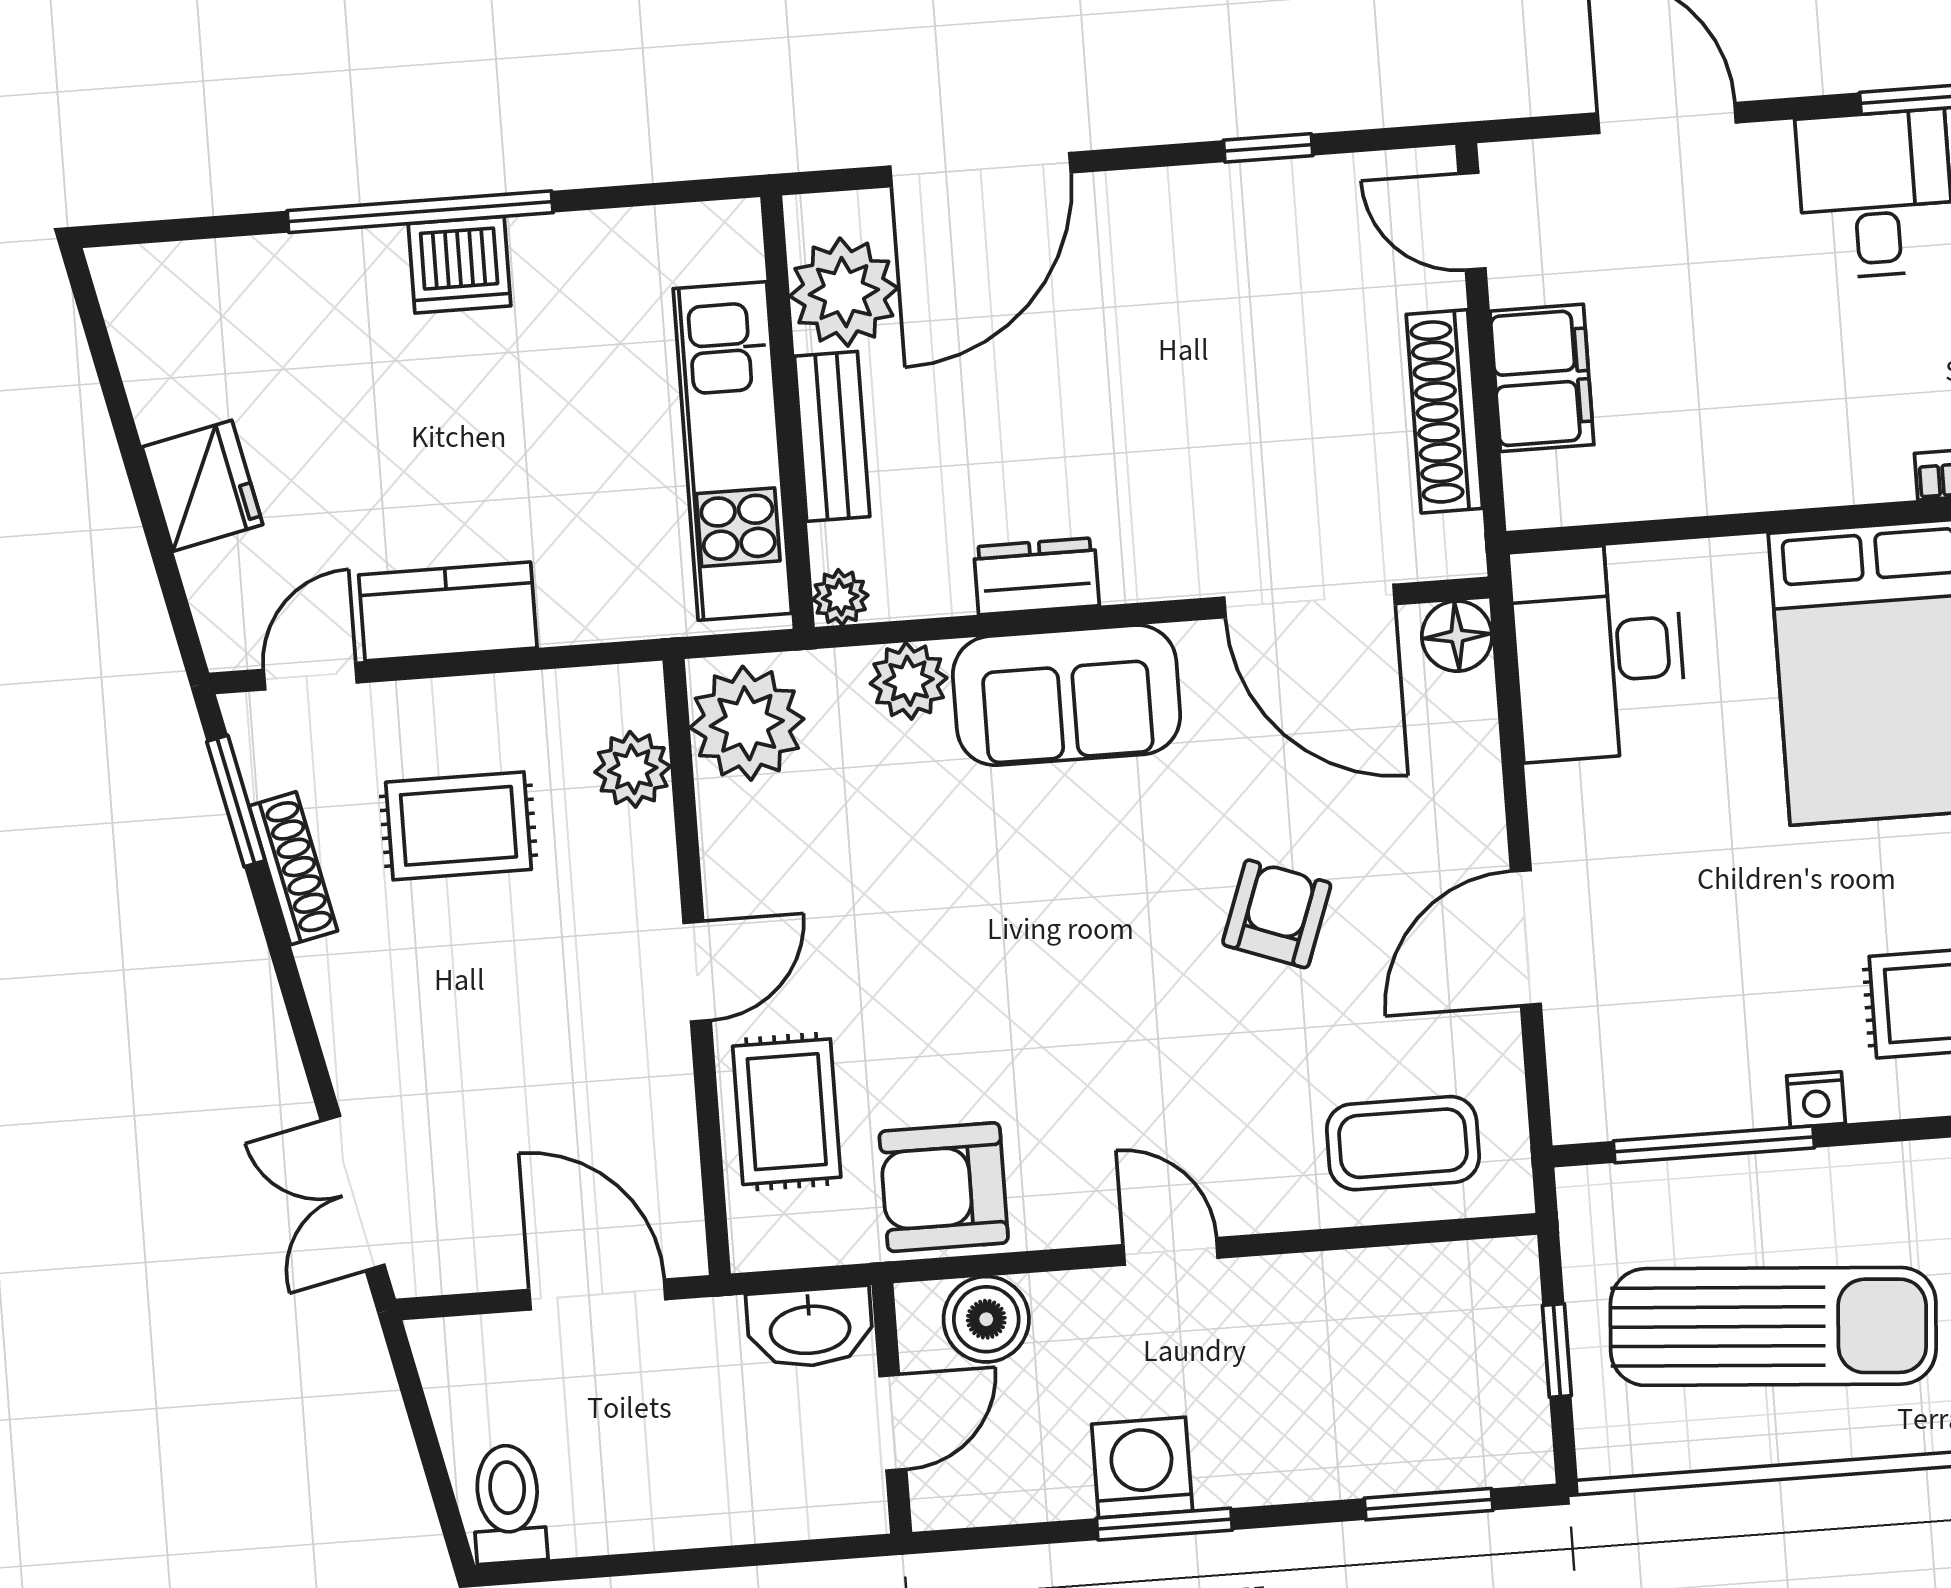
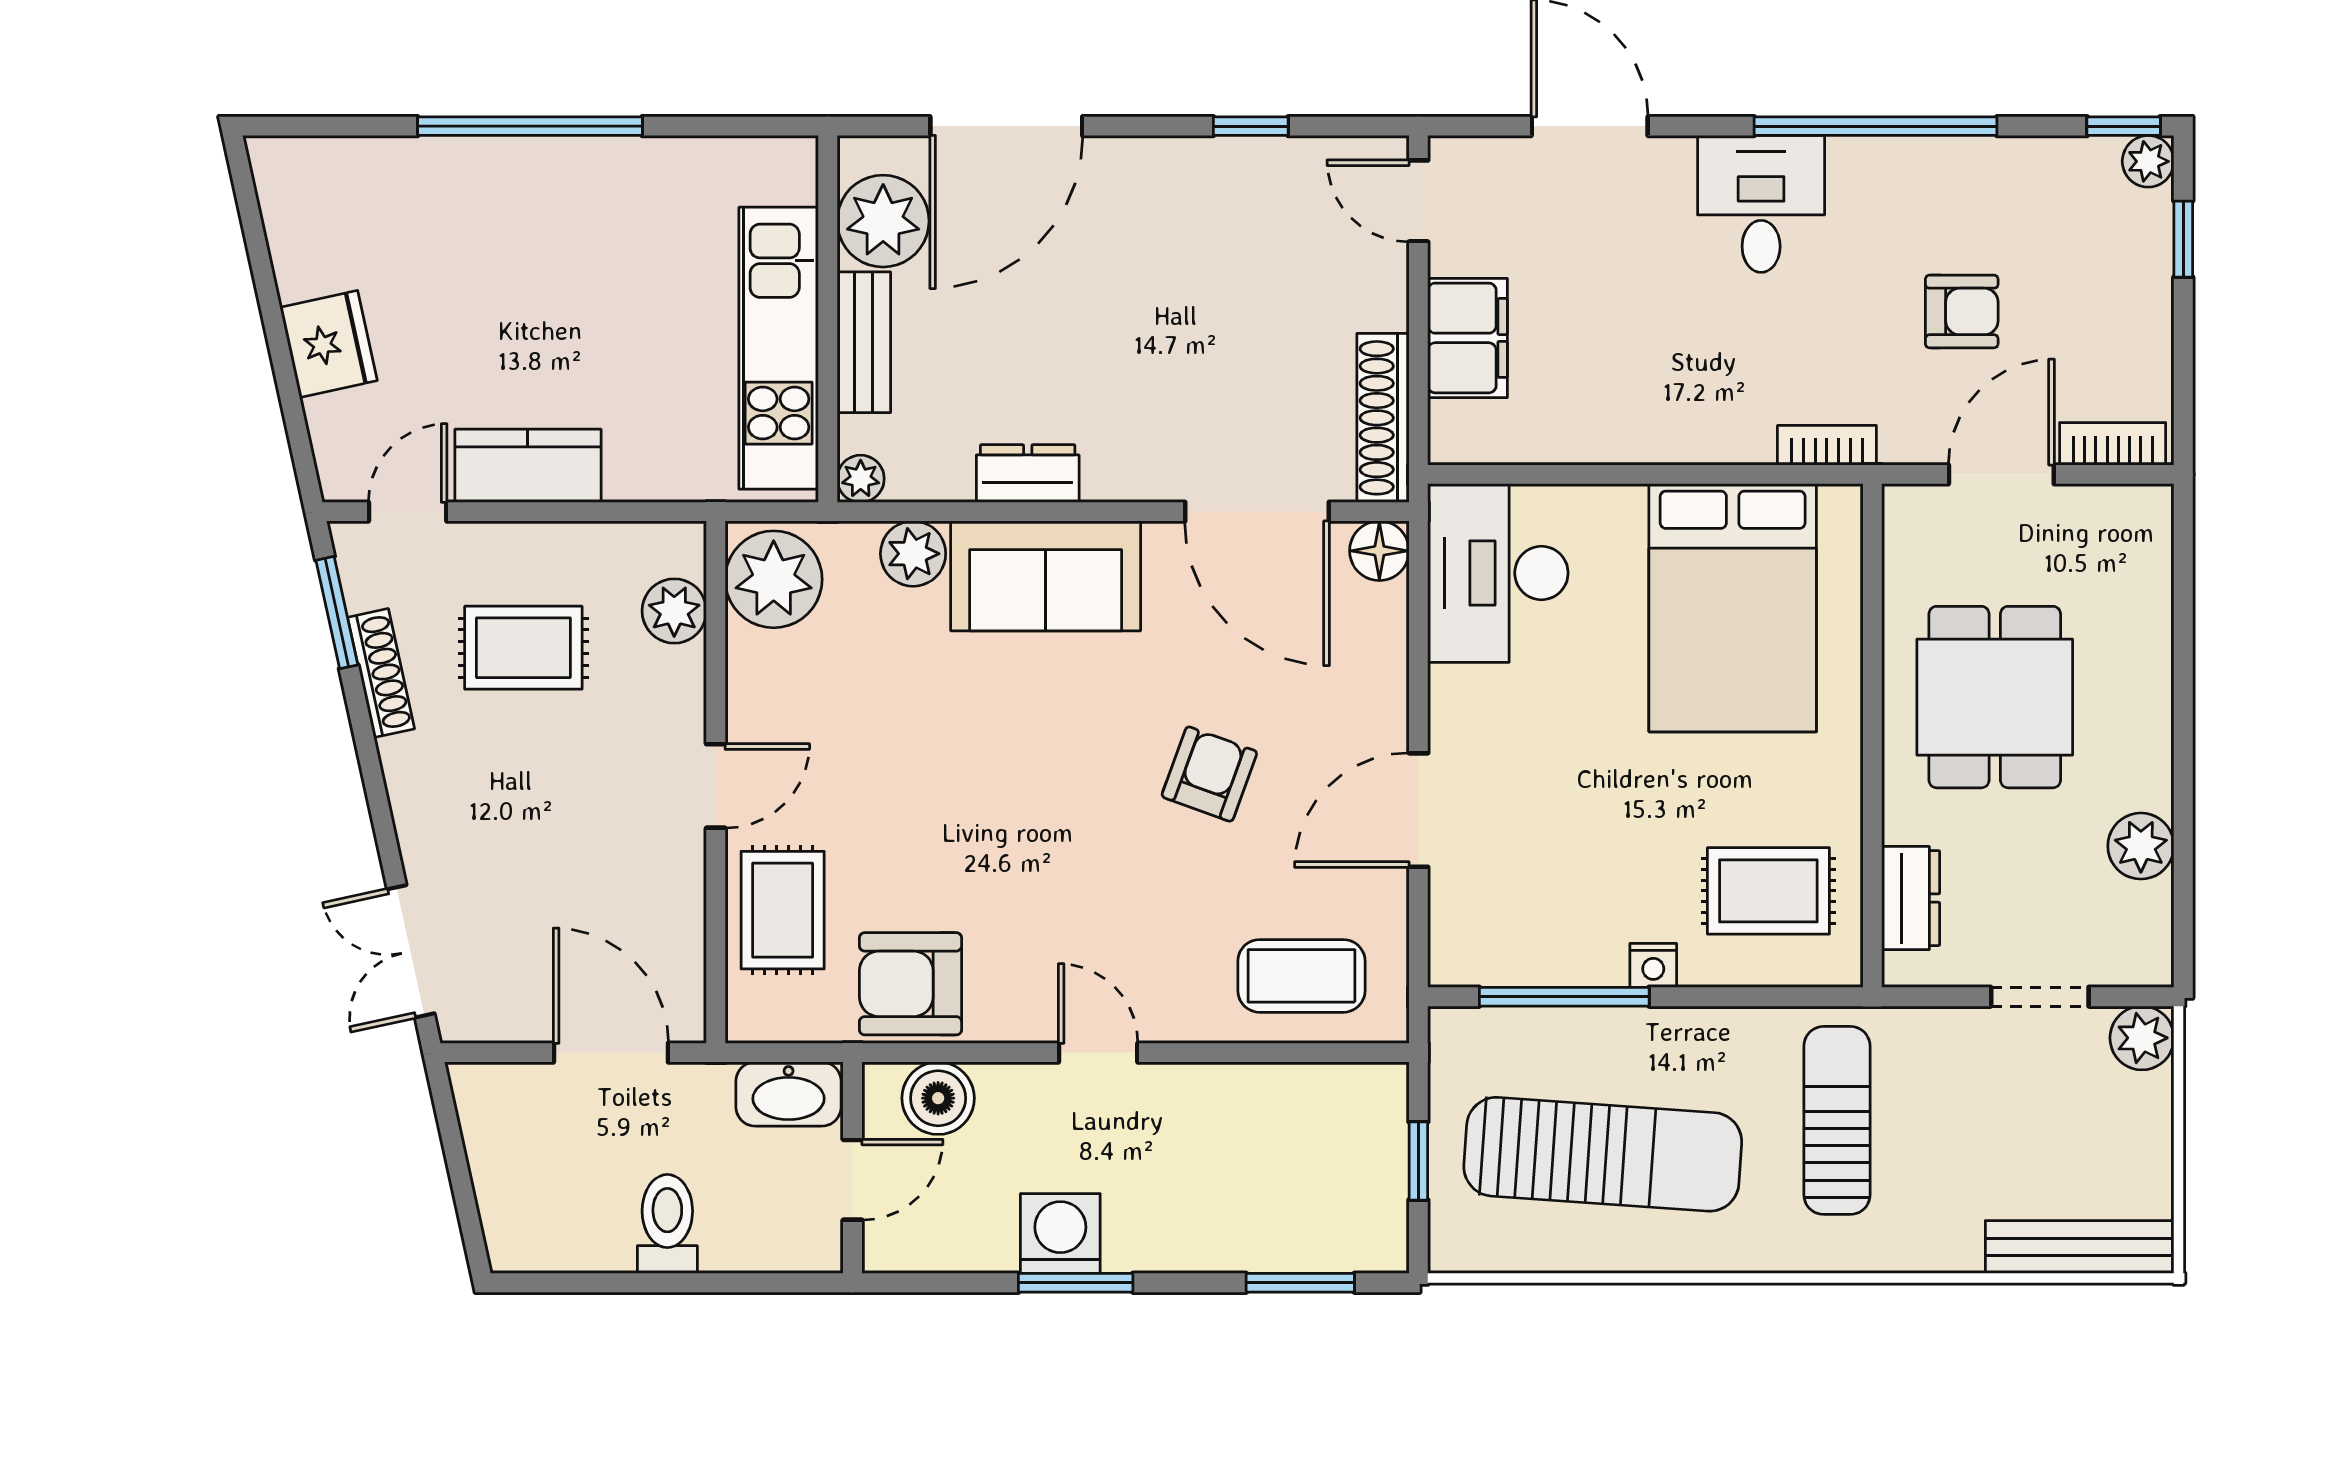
dishwasher: (459, 265) -> (560, 174), removed
shoe rack: (1444, 411) -> (1383, 418), moved
toilet: (508, 1504) -> (667, 1224), moved

